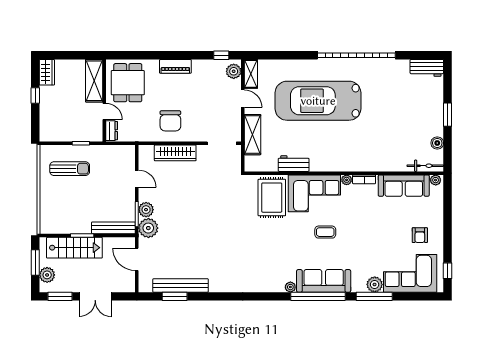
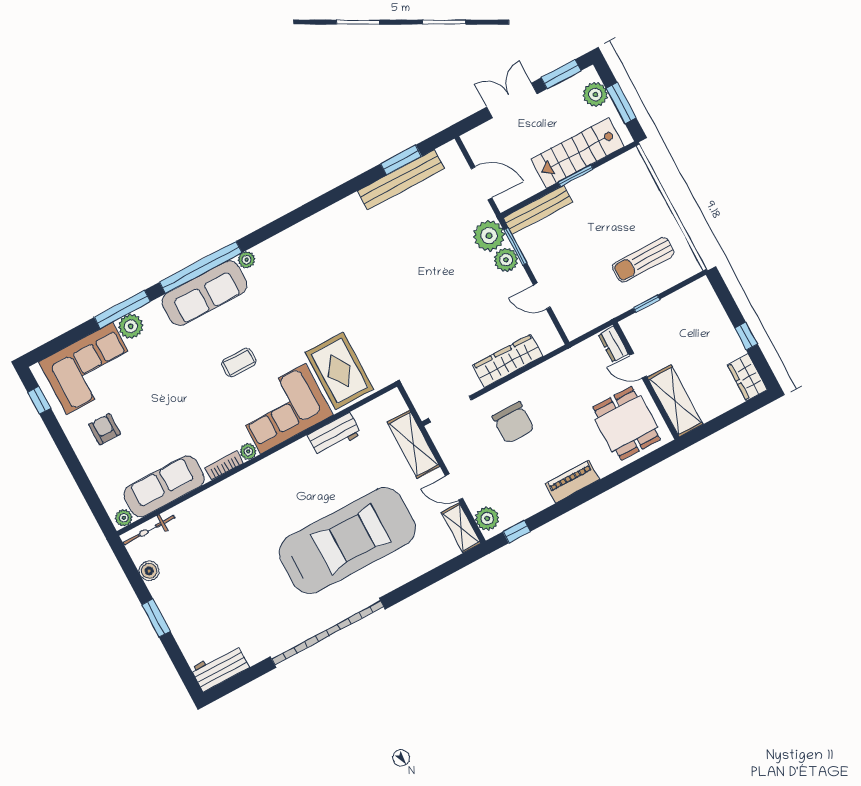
chair: (170, 121) -> (513, 423), moved, turned 180

